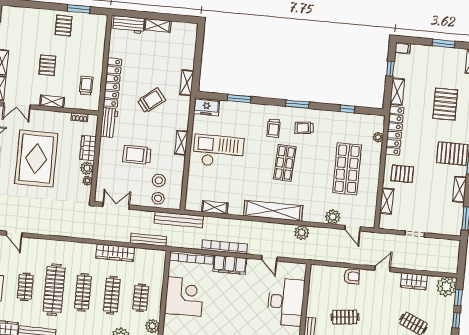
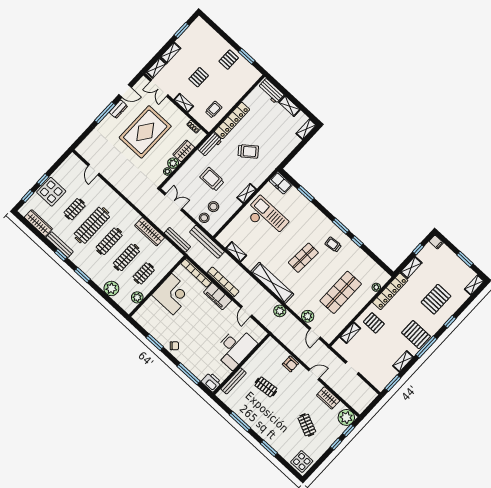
shelving: (187, 83) -> (306, 129), moved
window: (347, 109) -> (357, 241), moved
trolley: (274, 128) -> (313, 230), removed

